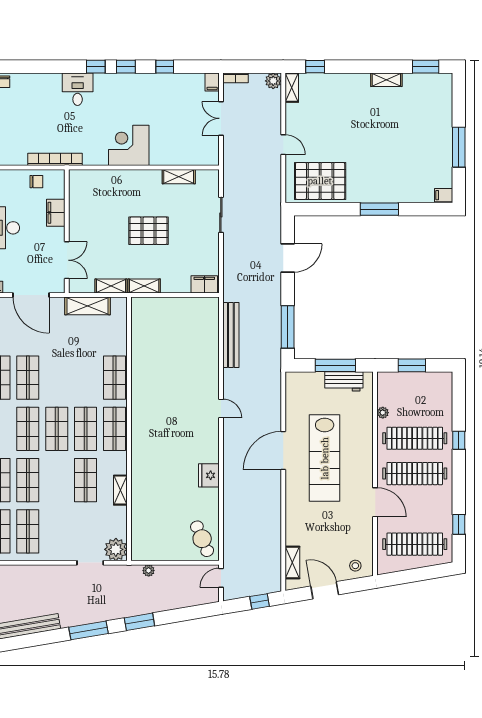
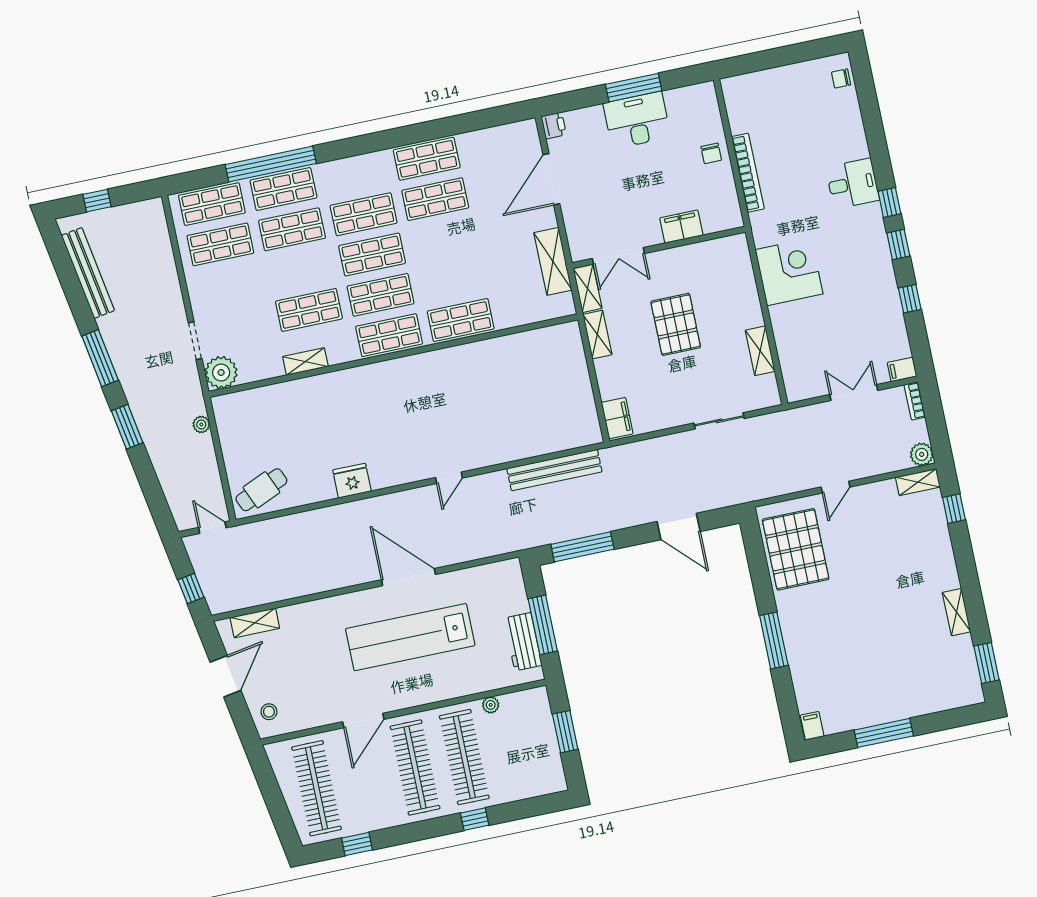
filing cabinet: (56, 213) -> (681, 227), moved
wall: (67, 231) -> (659, 247), moved
double door: (67, 260) -> (618, 256), moved

